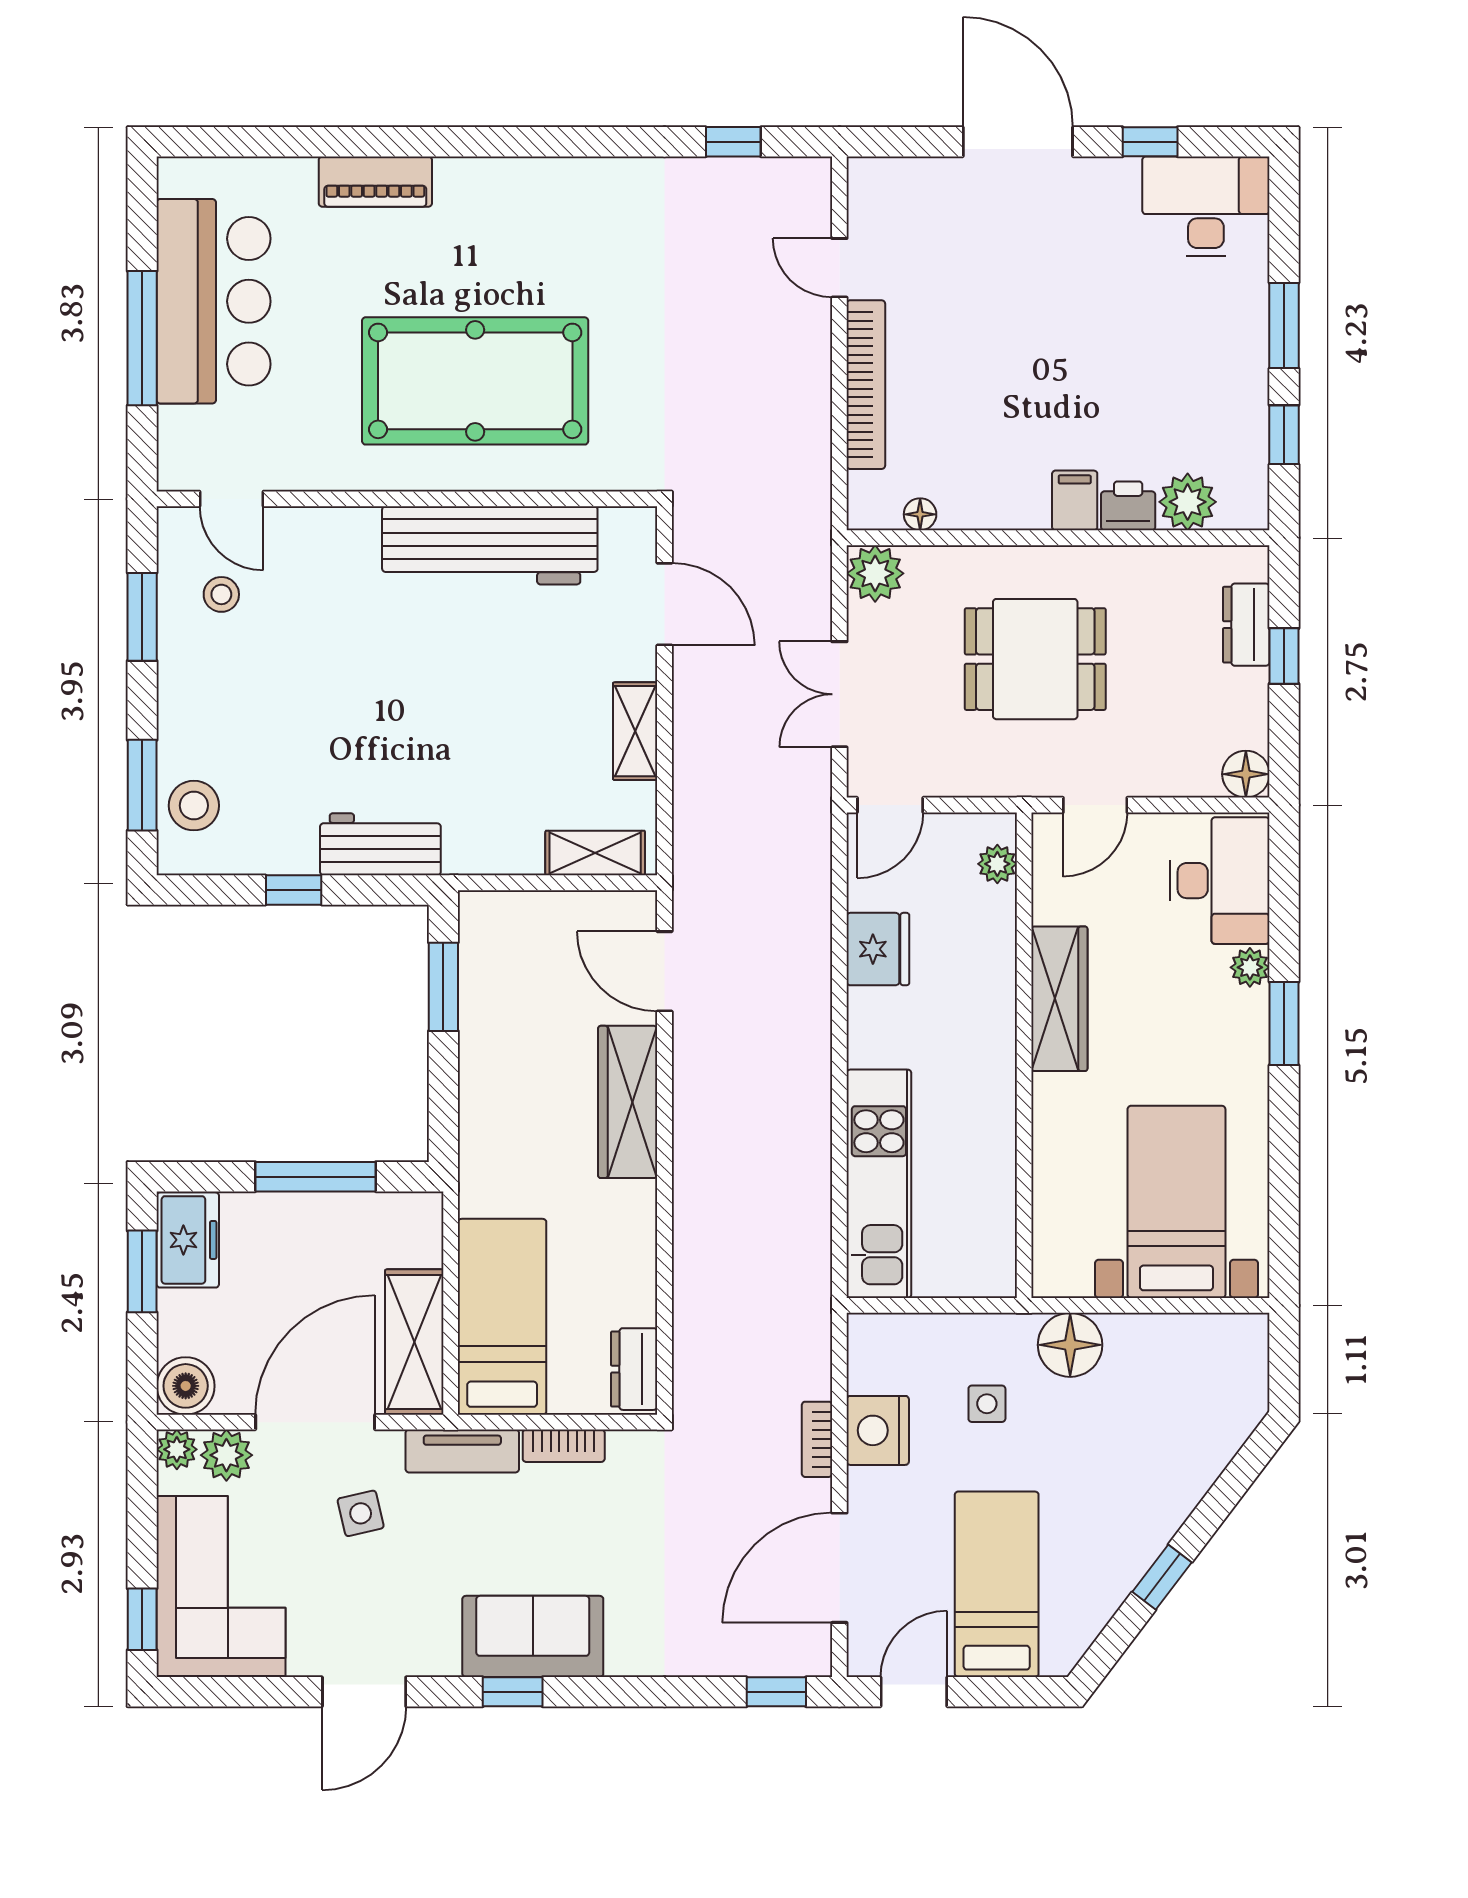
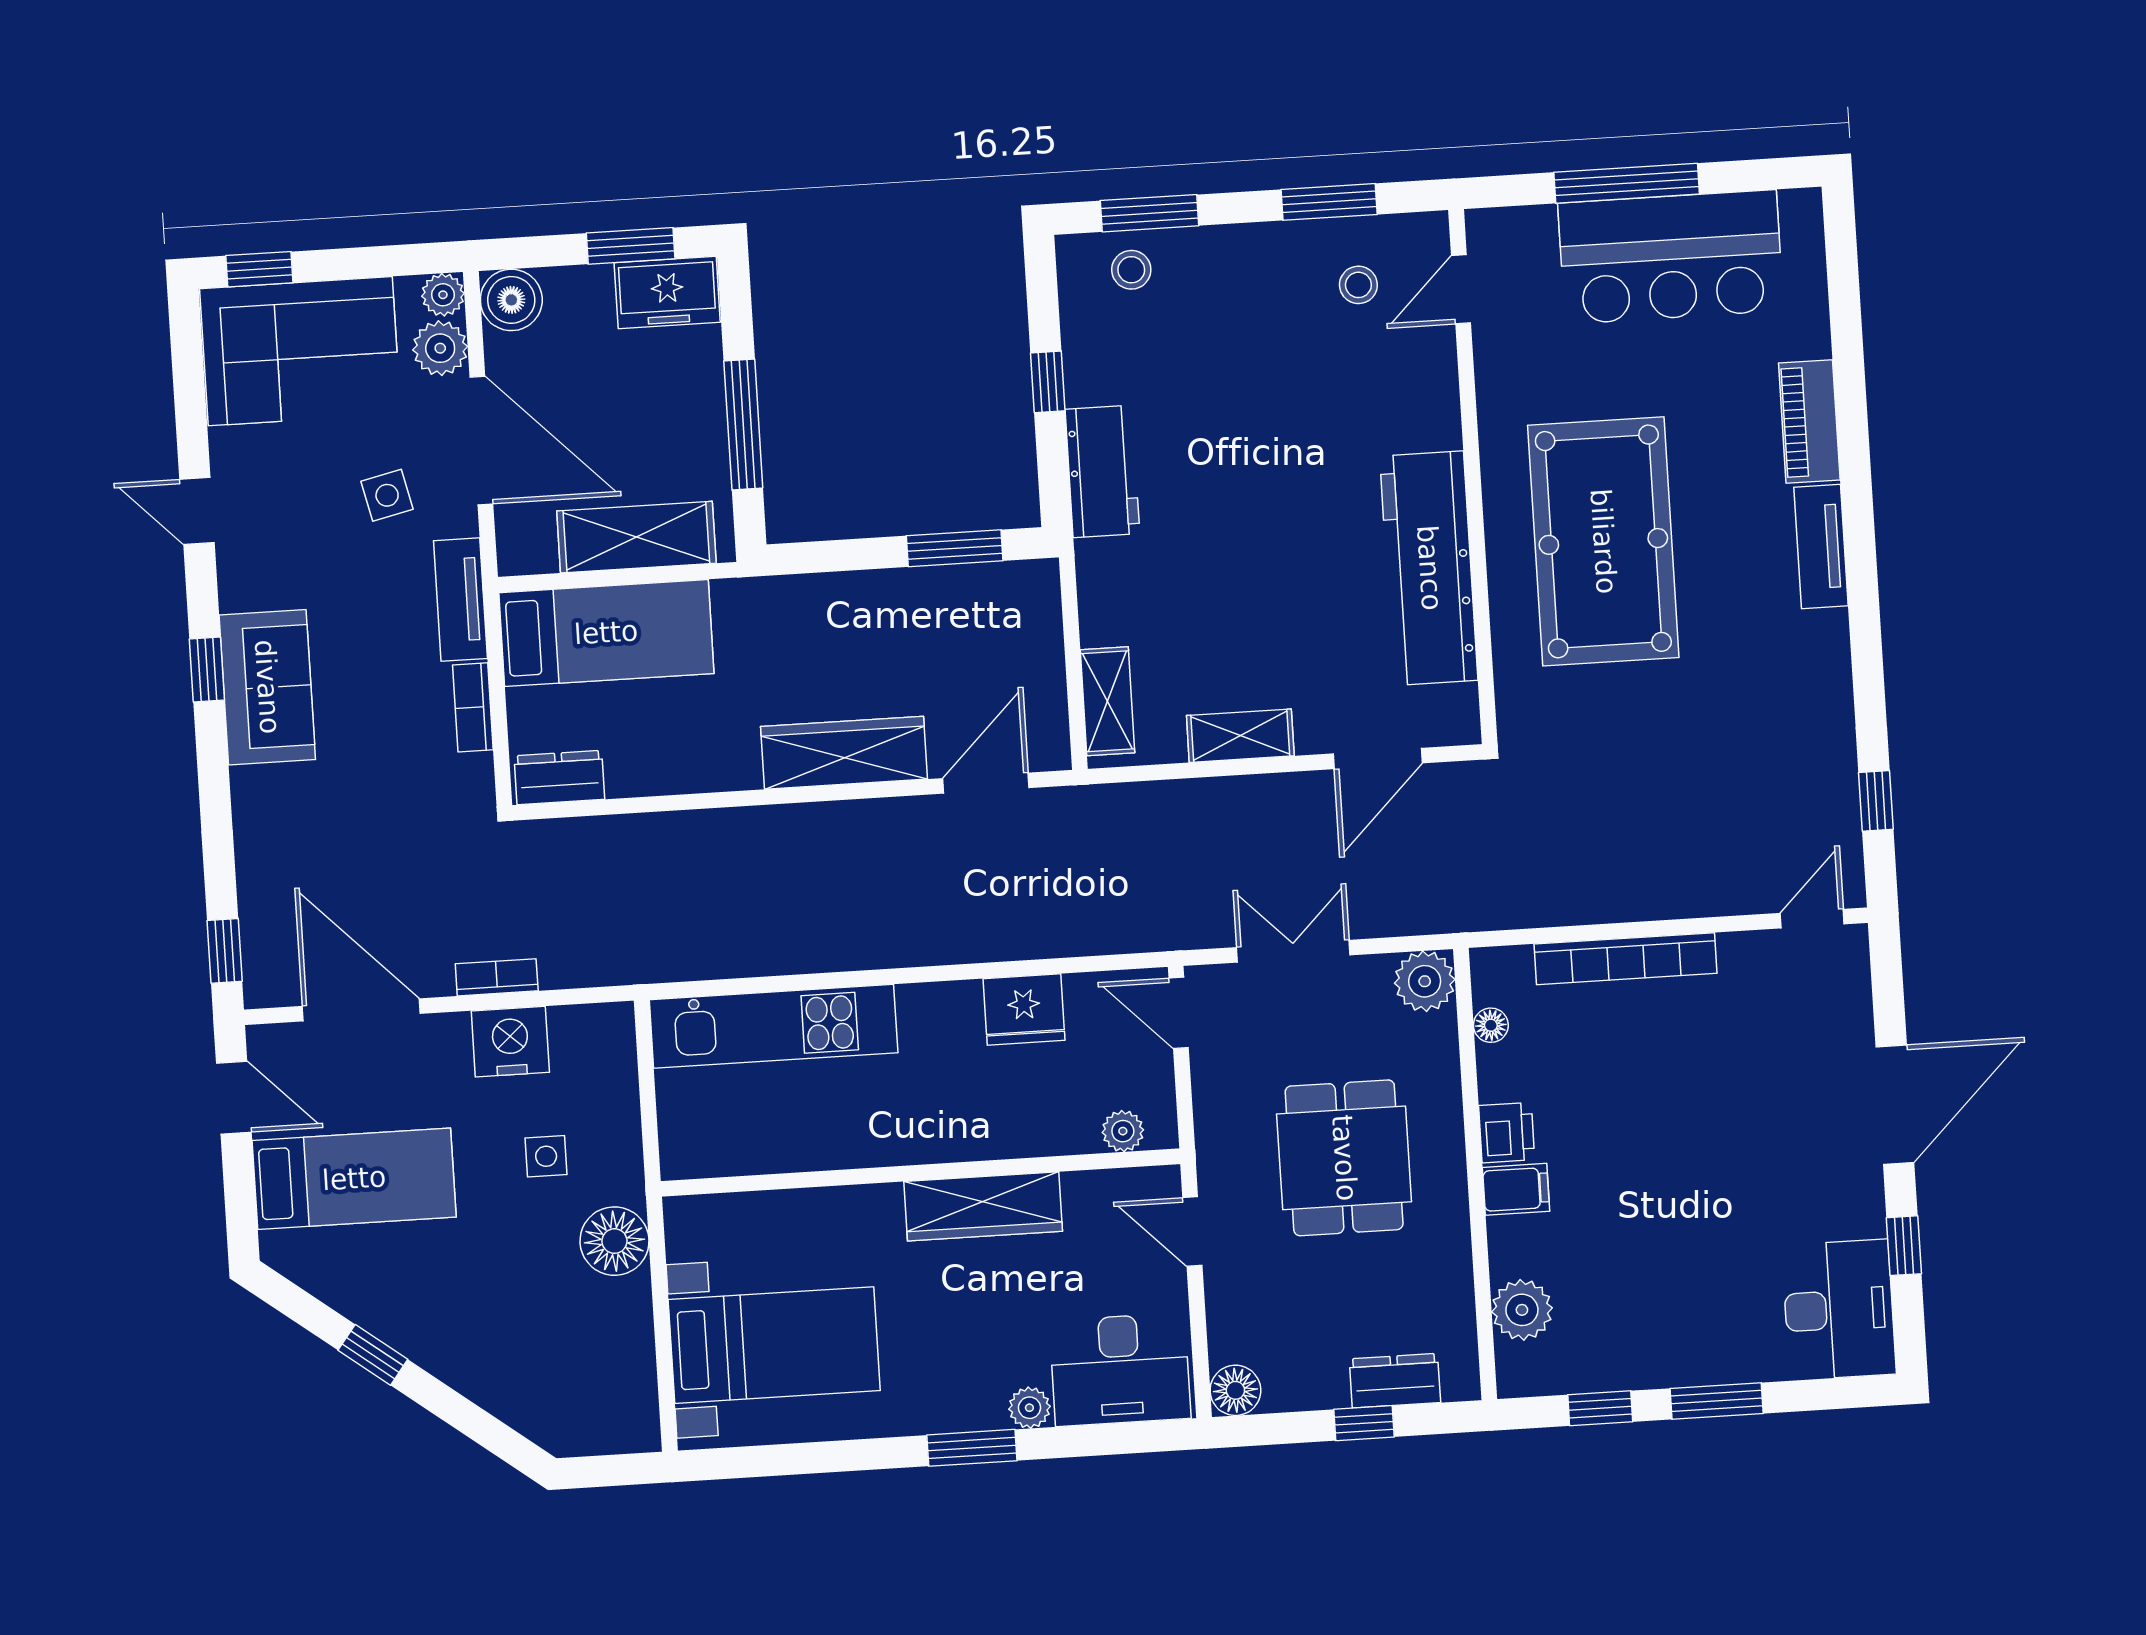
tv unit: (493, 178) -> (1821, 547), added
door: (839, 268) -> (1812, 919), moved
printer: (1128, 506) -> (1507, 1133), moved
stool: (194, 806) -> (1131, 270), width x0.73, depth x0.73
shelving: (414, 1342) -> (636, 537), moved
door: (364, 1692) -> (197, 511), width x0.73

